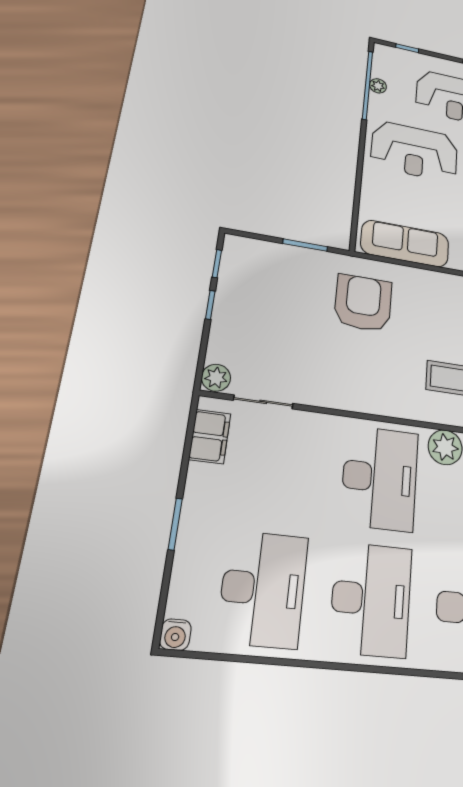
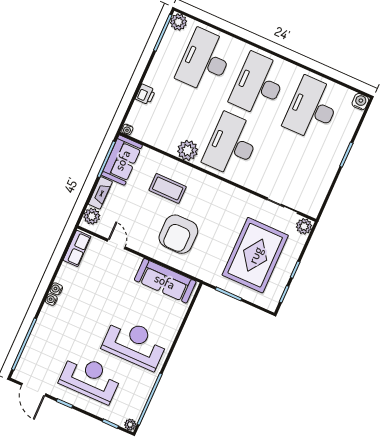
plant: (378, 86) -> (130, 425), moved
armchair: (363, 303) -> (178, 234), moved
rug: (283, 312) -> (255, 255), added
filing cabinet: (210, 437) -> (316, 195), removed

